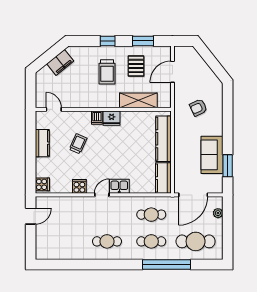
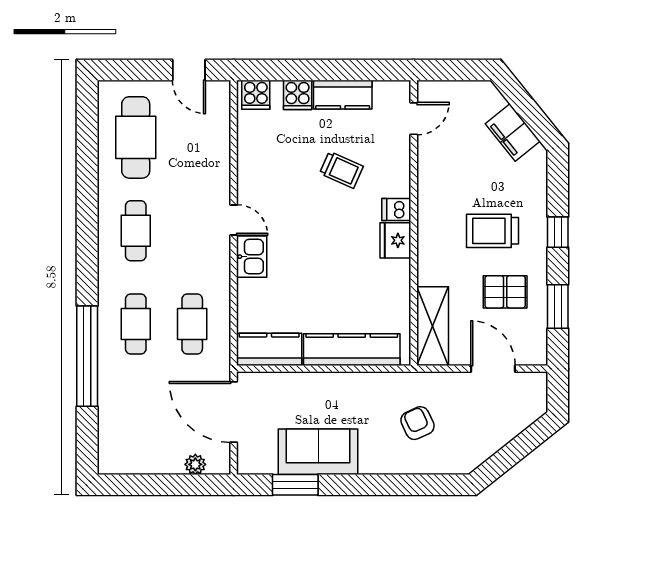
shelving: (138, 100) -> (433, 326), moved
cooker: (79, 186) -> (298, 95), moved, turned 90
cafe table: (196, 241) -> (136, 137), moved

